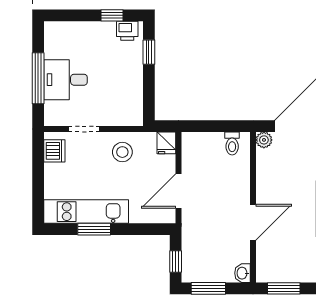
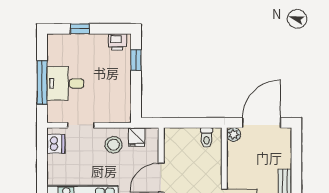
window: (112, 15) -> (80, 29), moved
fridge: (166, 143) -> (137, 137), moved

